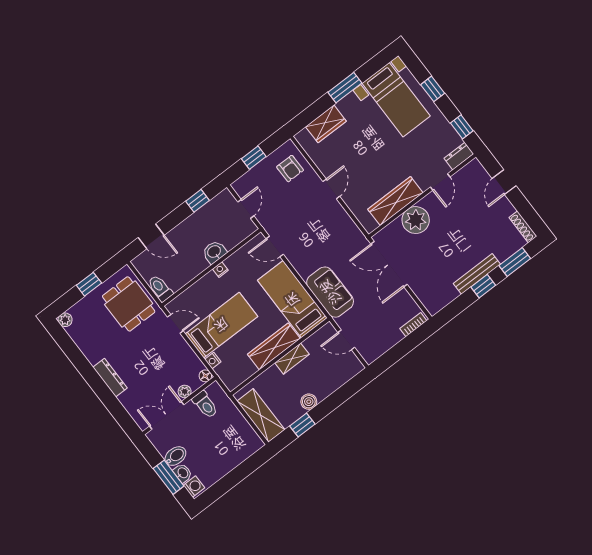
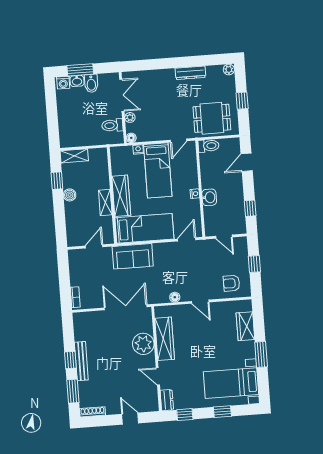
floor lamp: (344, 219) -> (175, 297), added
dresser: (110, 378) -> (190, 73), moved
shelving: (261, 415) -> (74, 156), width x0.67, depth x0.75

